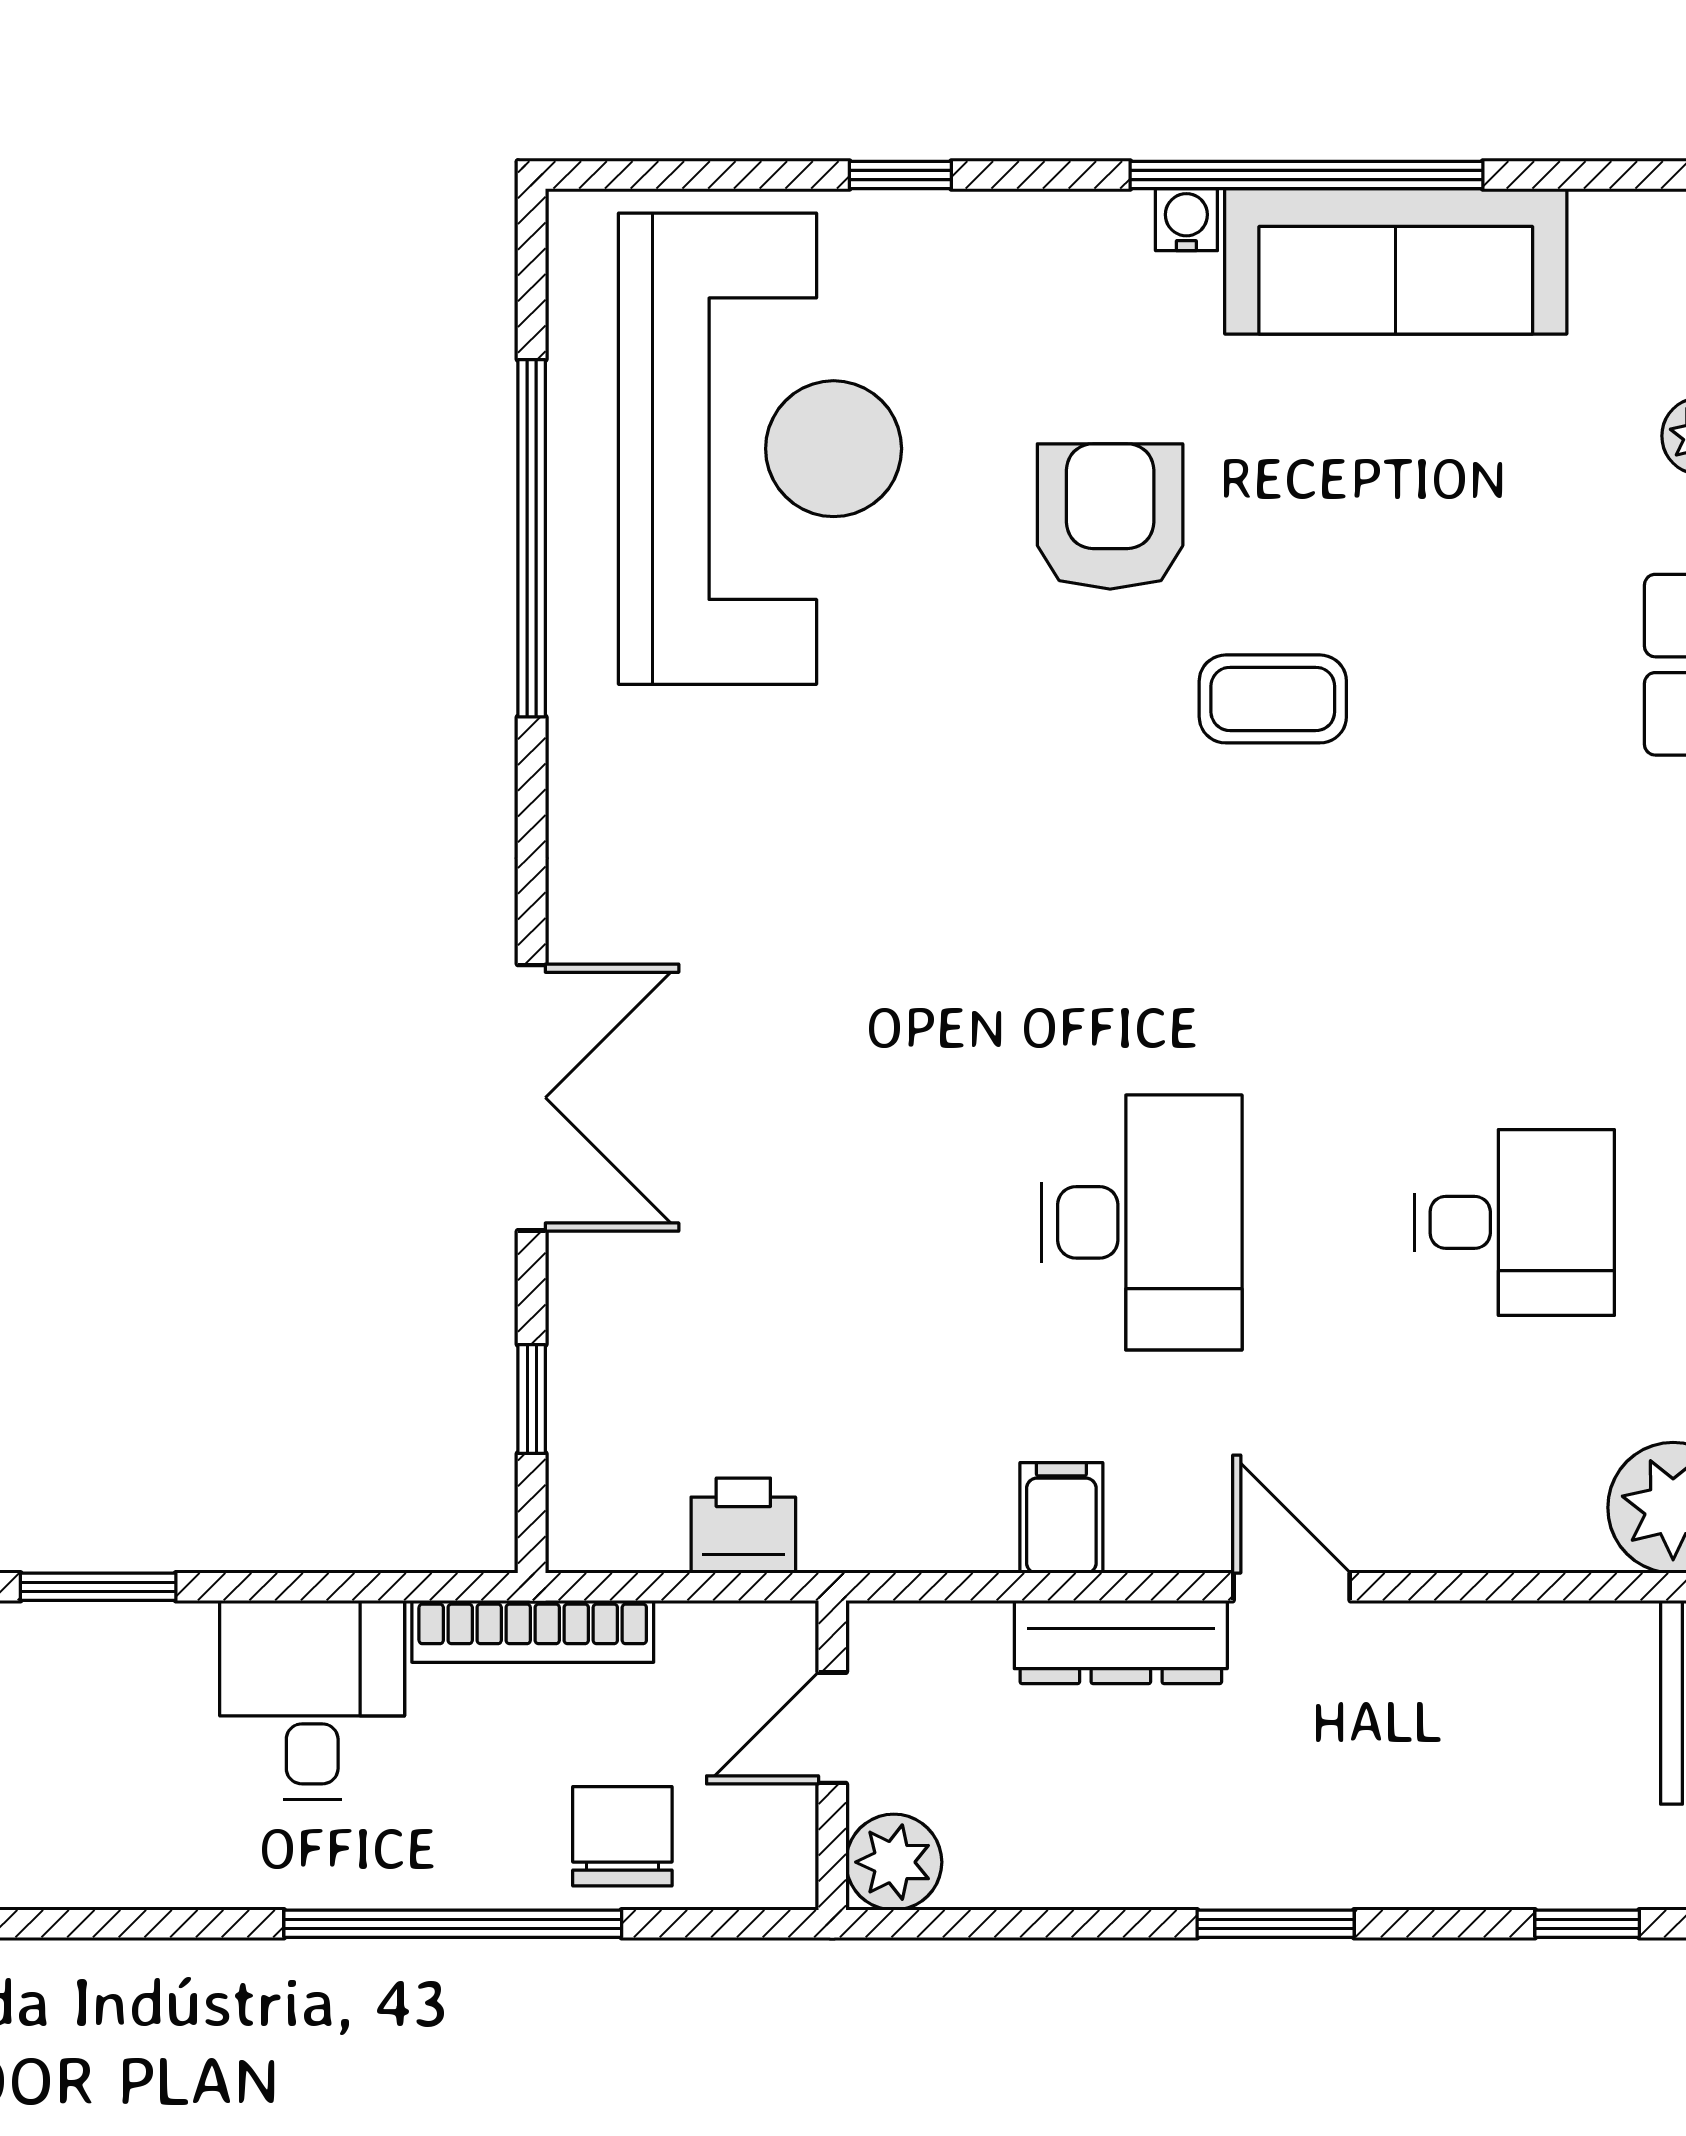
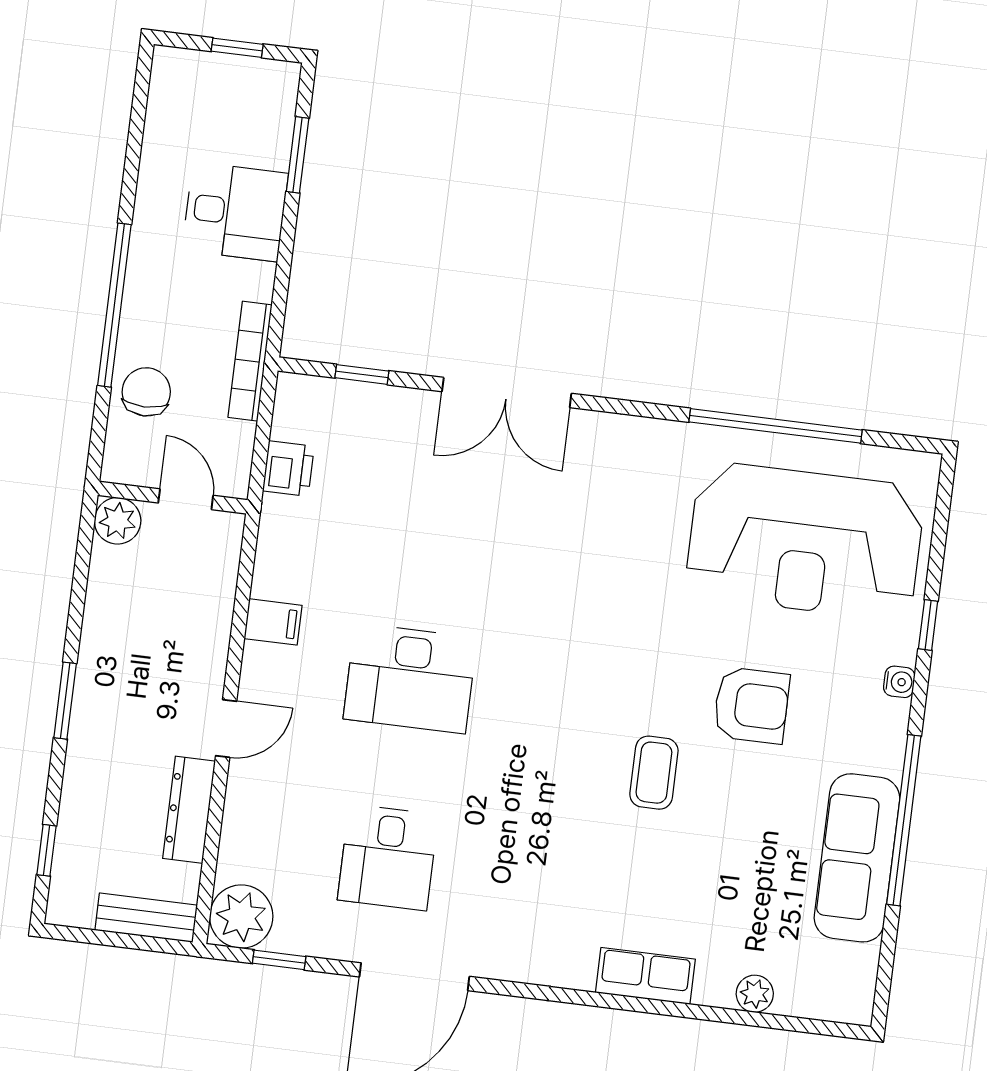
water cooler: (1186, 220) -> (899, 682), moved
dresser: (1121, 1642) -> (189, 810), moved
desk: (312, 1700) -> (235, 212), moved
chair: (622, 1836) -> (146, 392), turned -90

